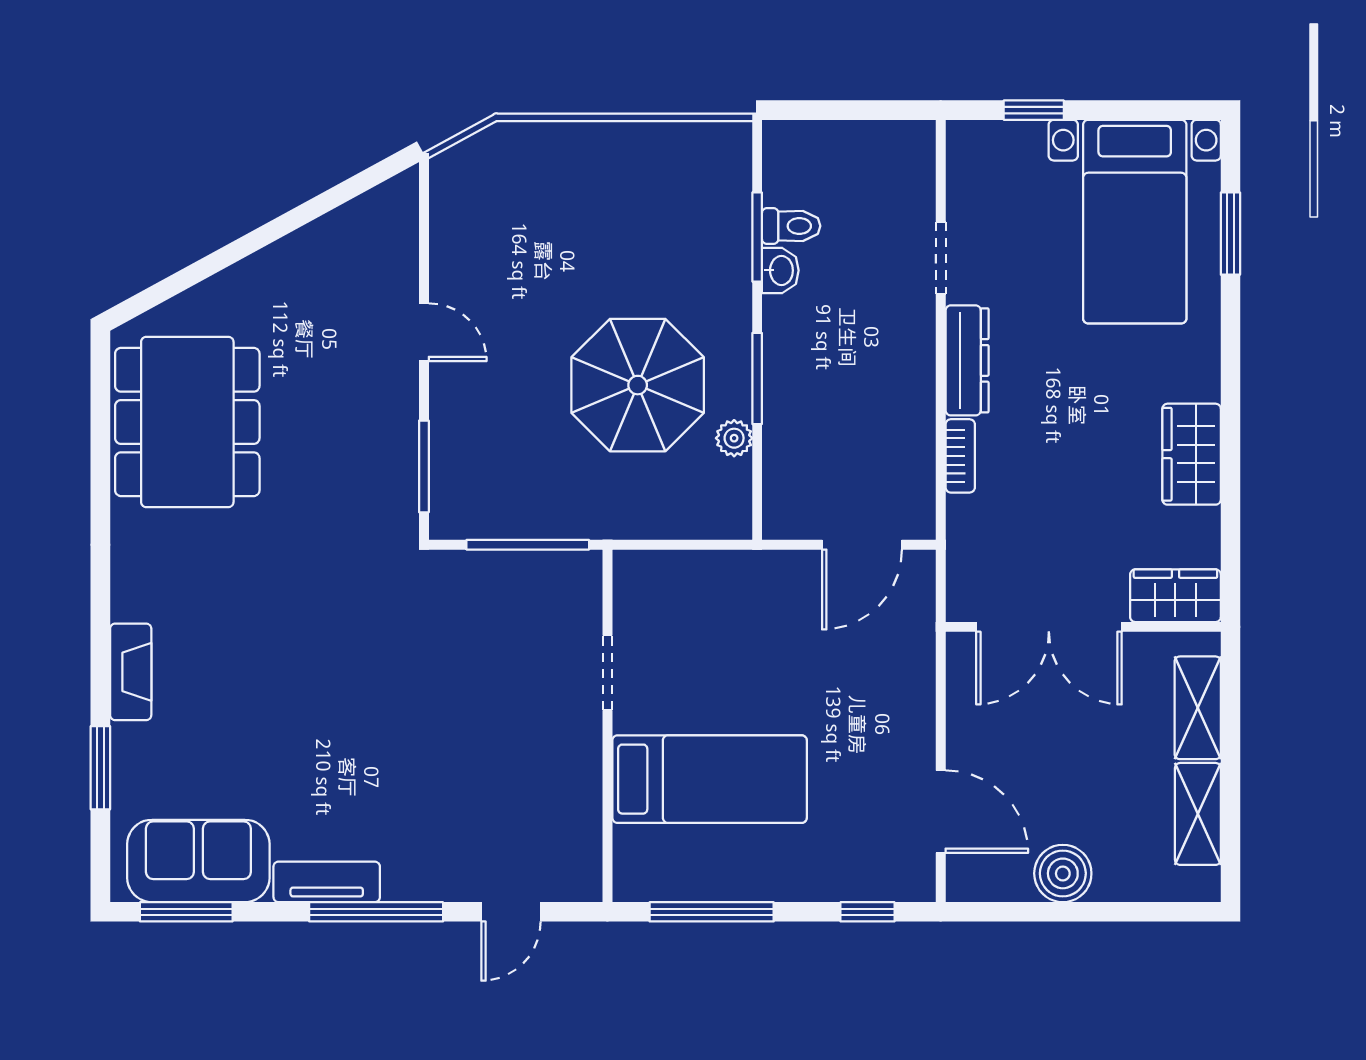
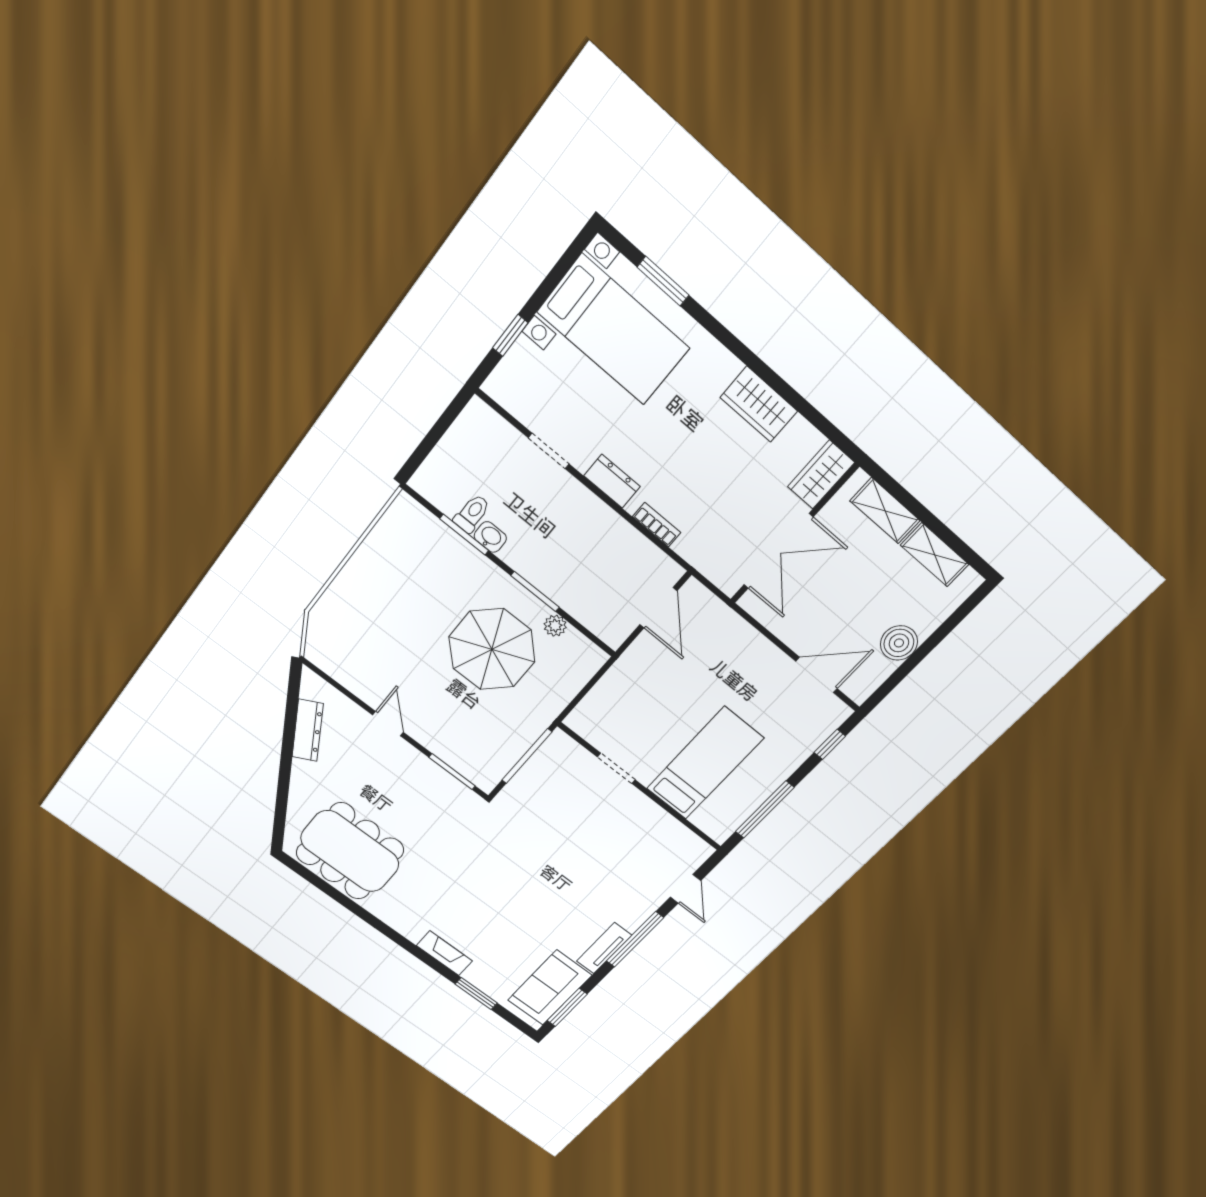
dresser: (327, 236) -> (308, 730), added
door: (424, 332) -> (388, 724), hinge flipped
dresser: (967, 360) -> (612, 481), width x0.70

